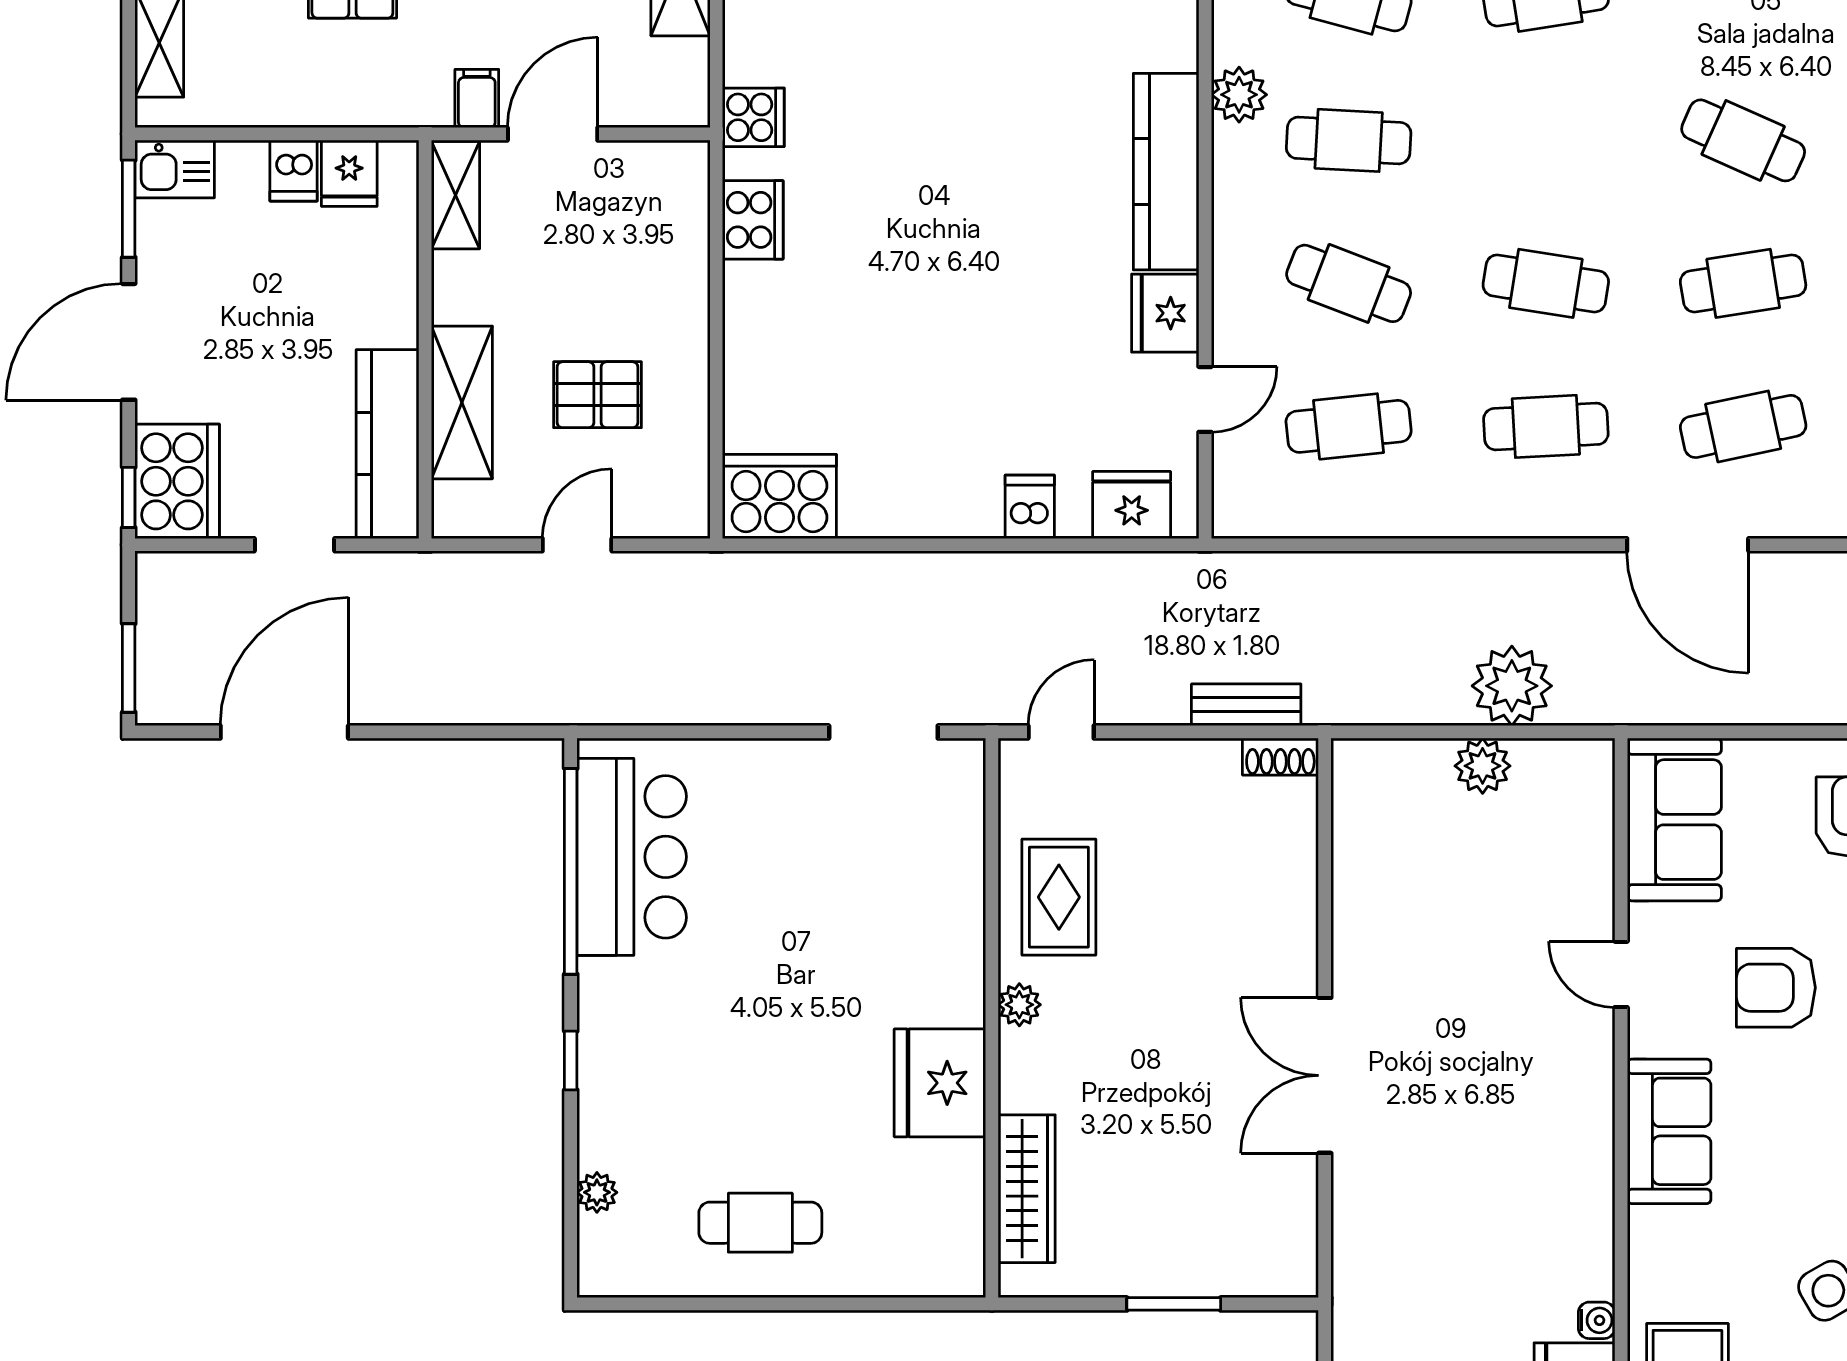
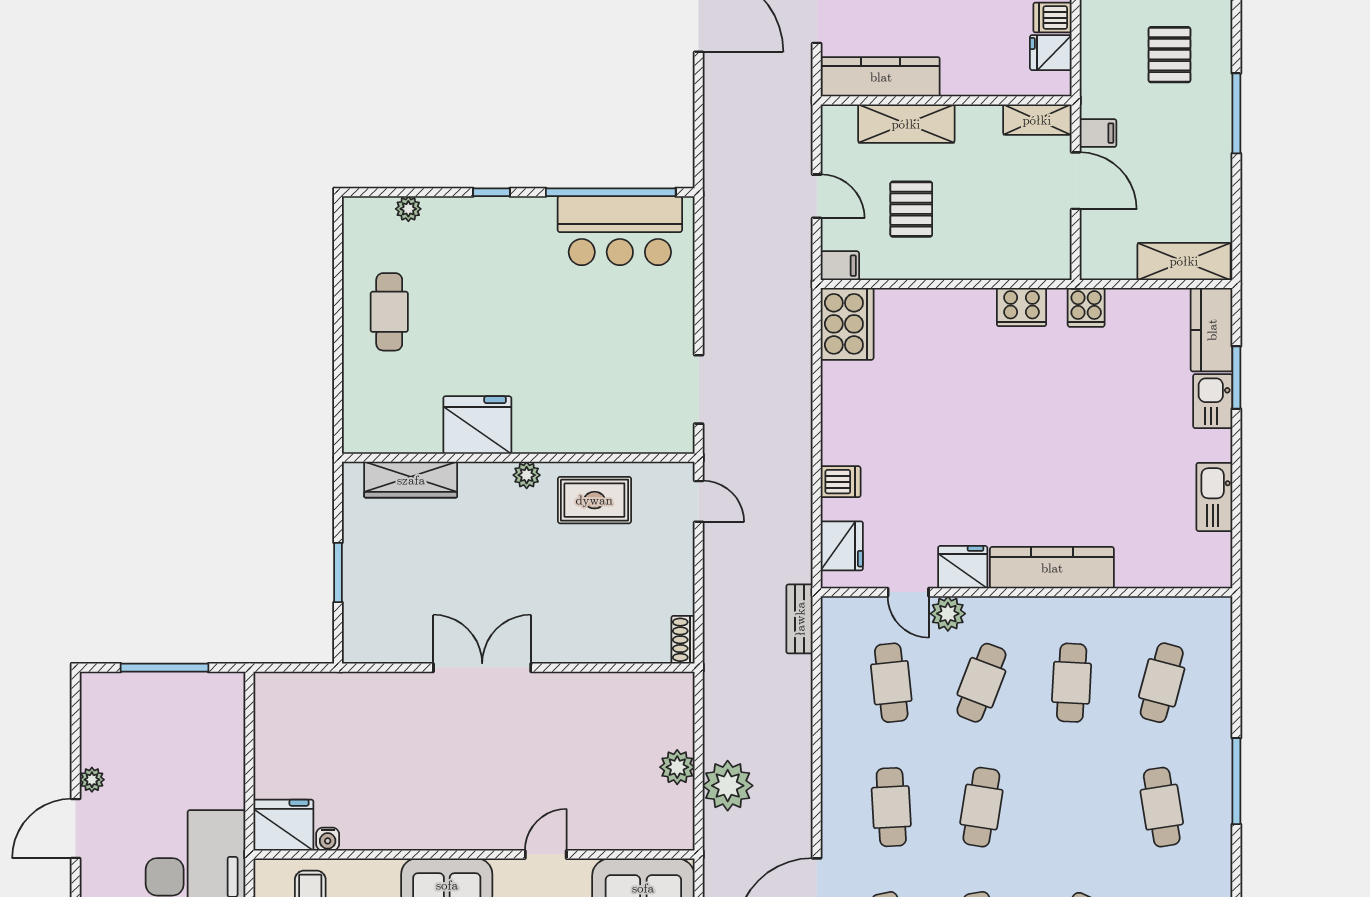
plant: (1239, 95) -> (948, 614), moved
filing cabinet: (687, 508) -> (840, 266), added
bench: (1246, 705) -> (800, 619), moved

